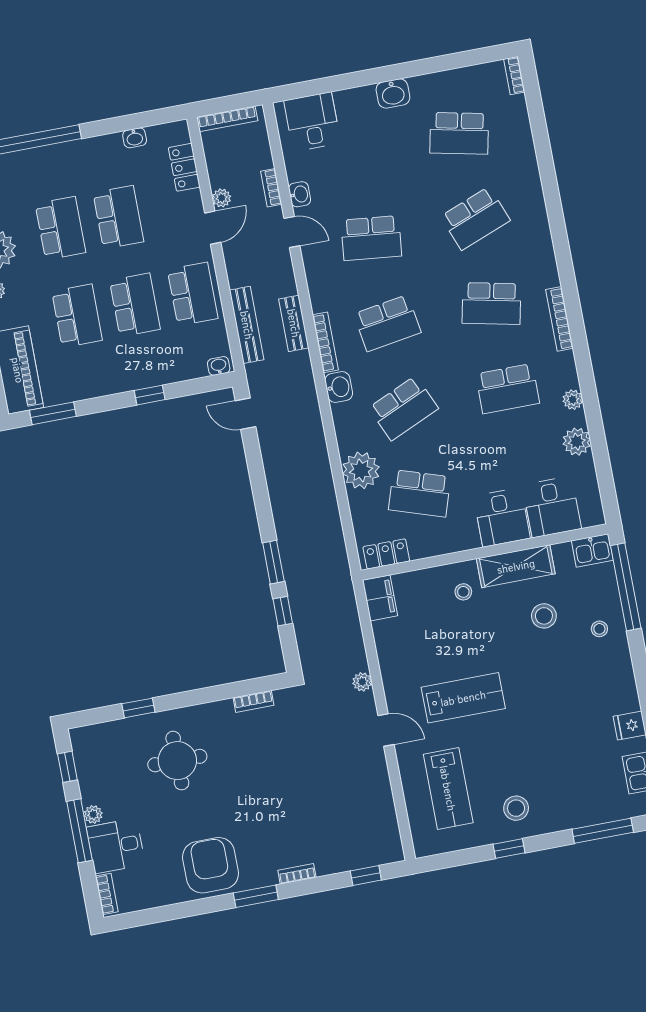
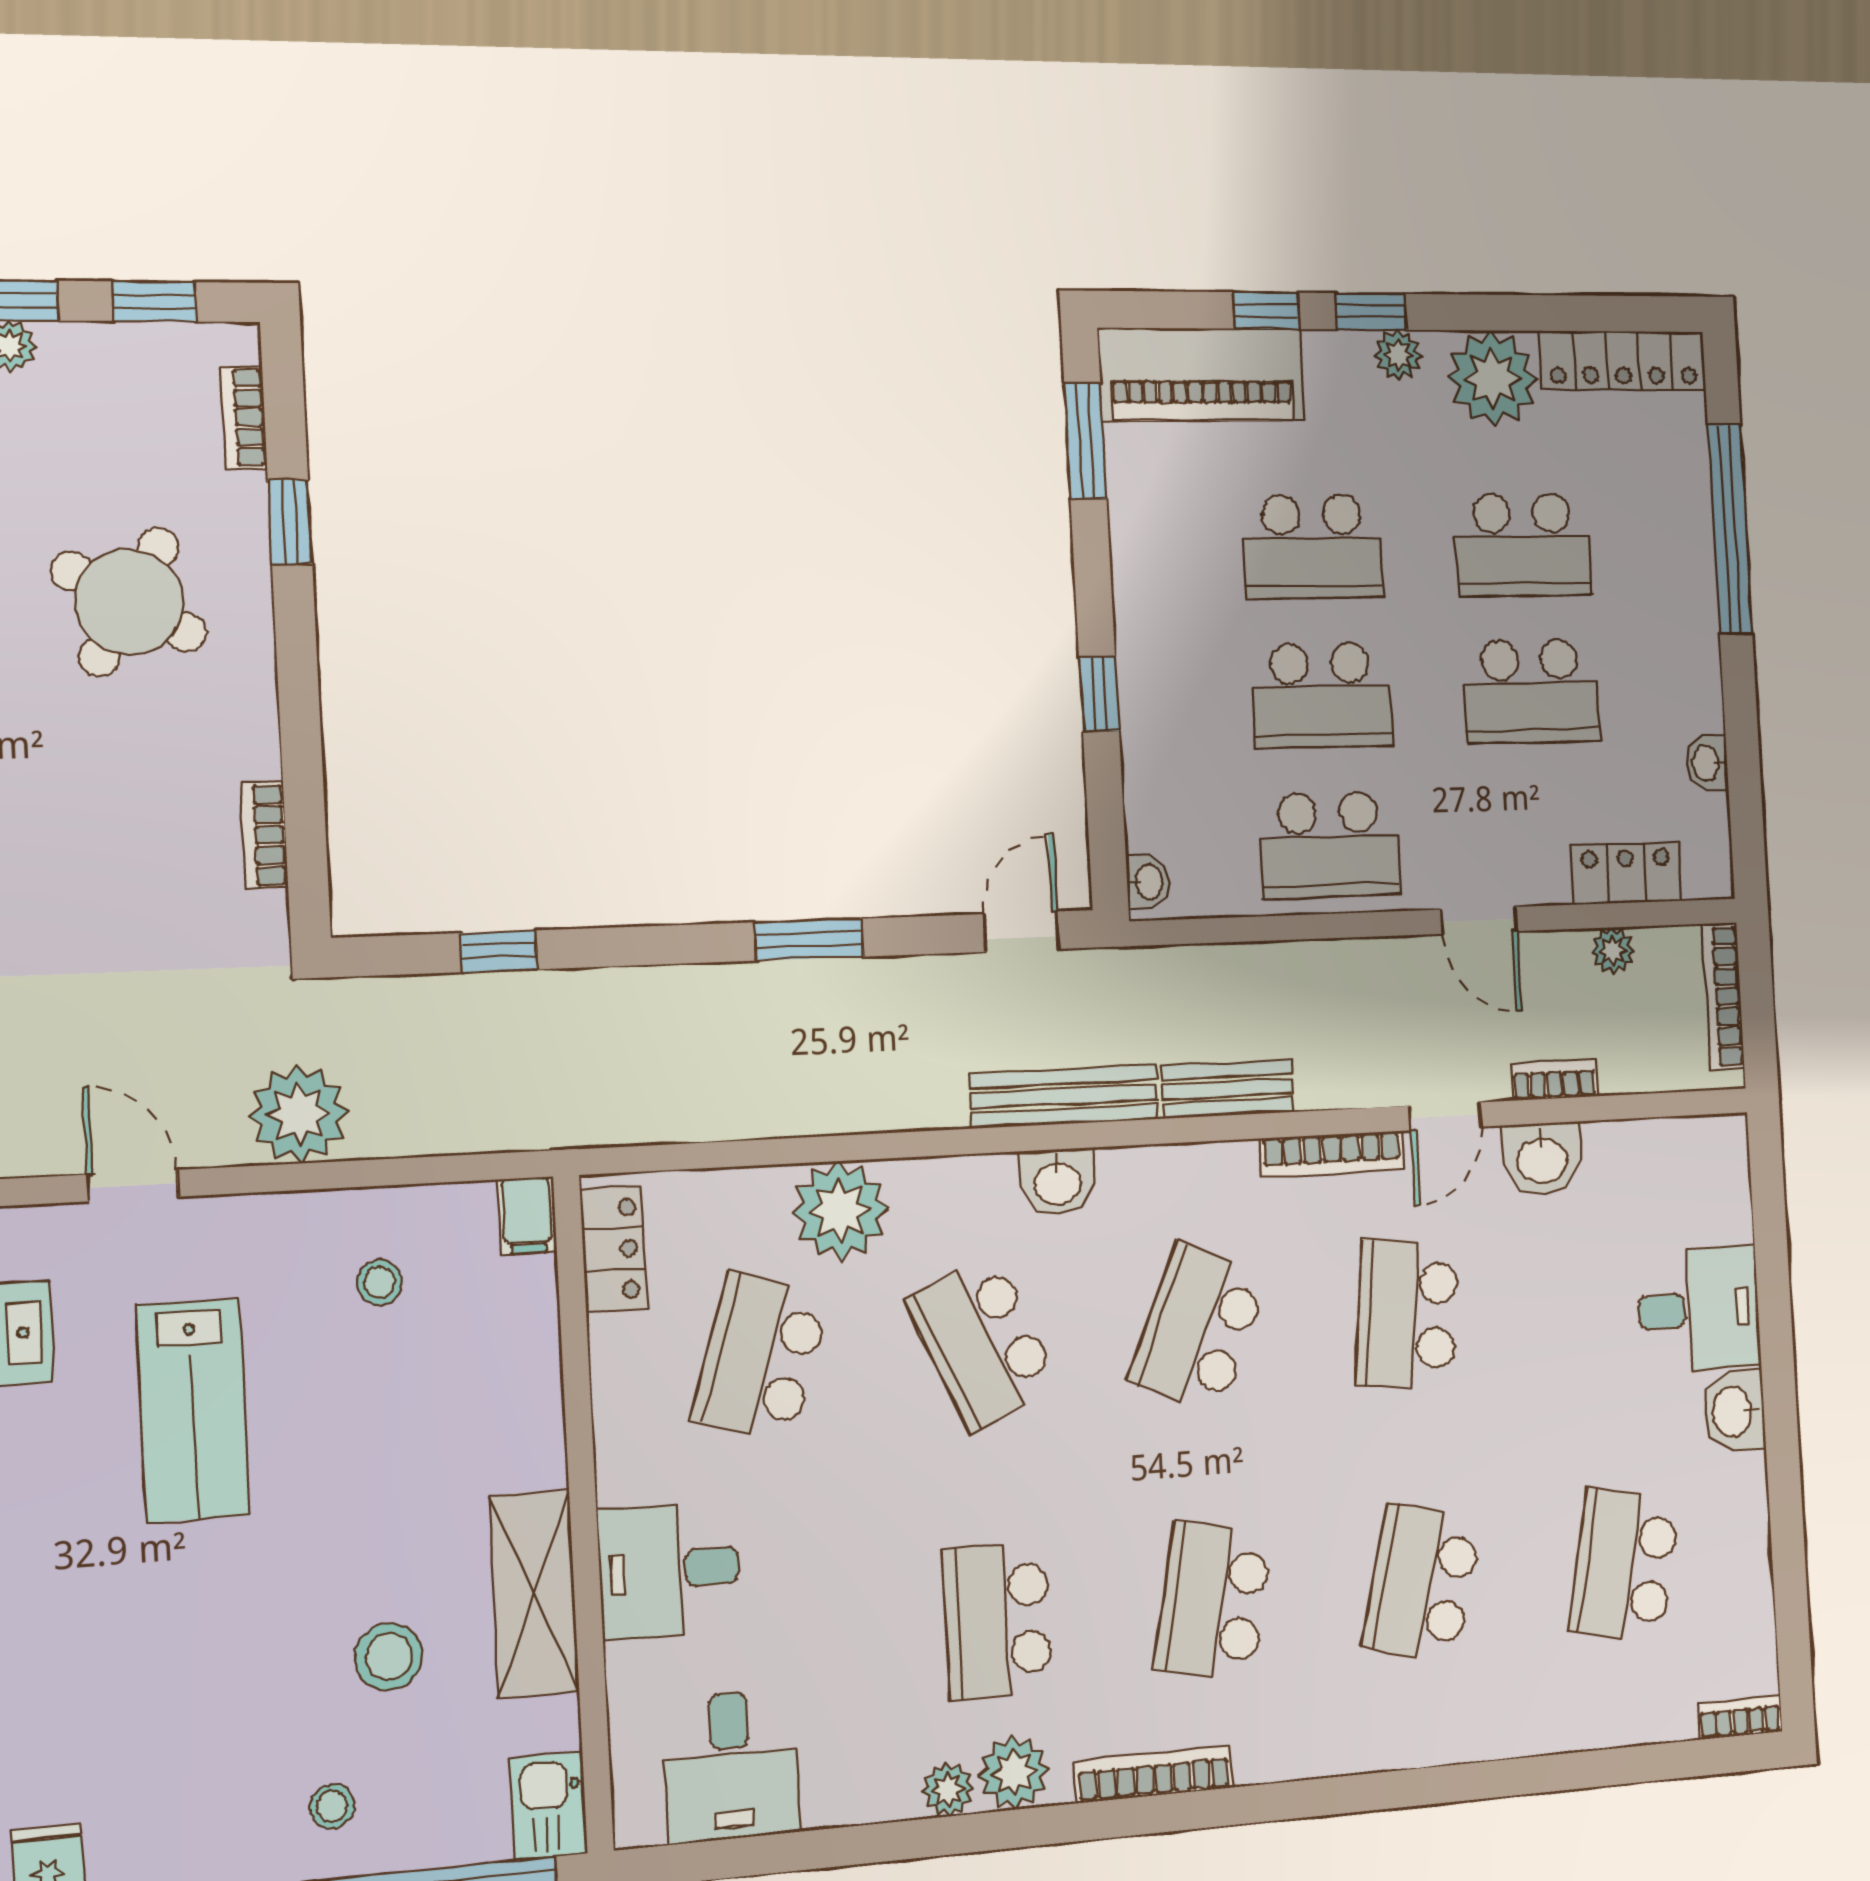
desk: (312, 122) -> (1699, 1309), moved
washbasin: (300, 194) -> (1542, 1159), width x1.38, depth x1.45
plant: (222, 198) -> (1613, 951), moved
school desk: (475, 218) -> (1422, 1583), turned 36
school desk: (387, 323) -> (1198, 1328), turned 33
bench: (247, 325) -> (1064, 1097), moved
bookcase: (325, 342) -> (1332, 1154), moved
plant: (577, 442) -> (1014, 1773), moved
desk: (552, 507) -> (731, 1766), moved, turned -90
window: (273, 562) -> (809, 940), moved
stool: (463, 592) -> (380, 1282), moved
filing cabinet: (380, 598) -> (527, 1216), width x0.50
plant: (362, 682) -> (299, 1114), width x1.87, depth x1.87
bookcase: (103, 730) -> (244, 418), added
door: (386, 730) -> (133, 1186), swing flipped
round table: (177, 761) -> (129, 602), turned 30

